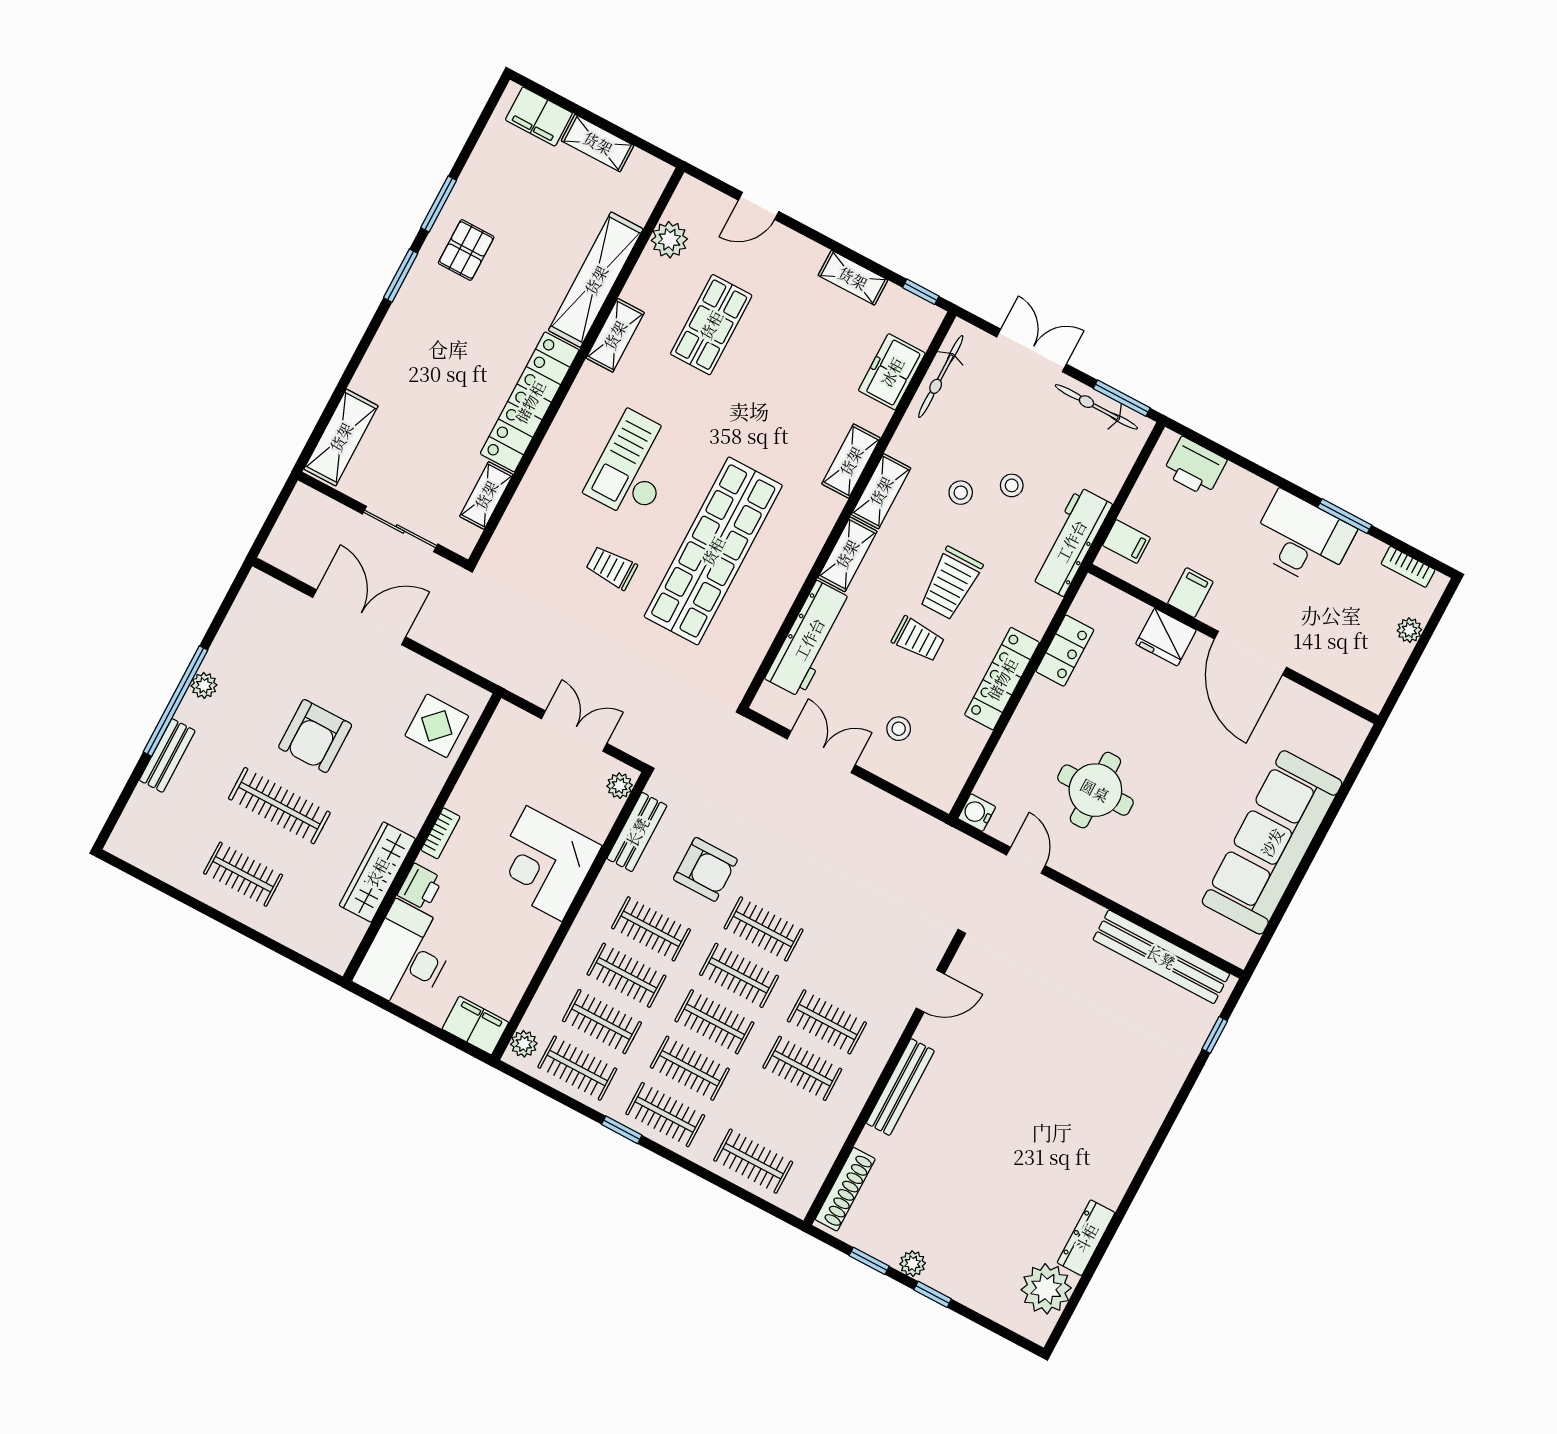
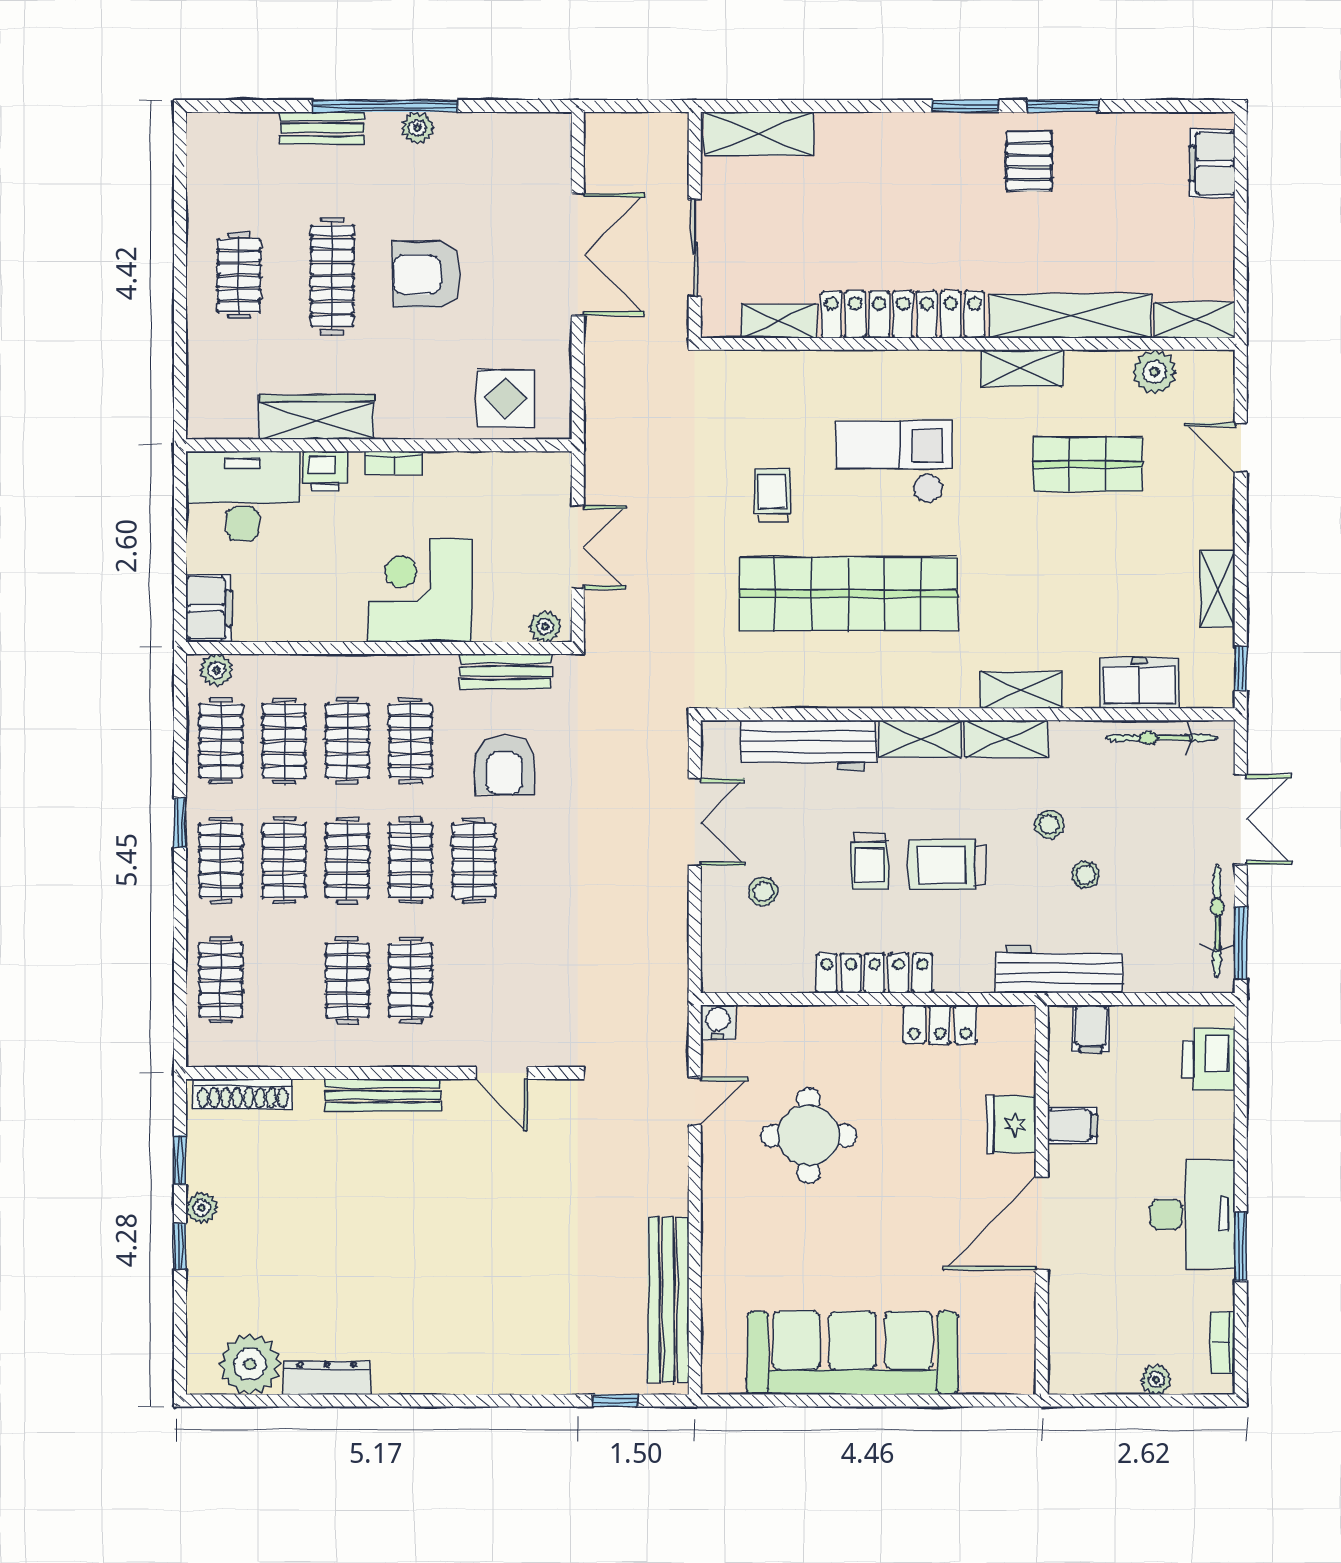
shelving: (598, 143) -> (1195, 320), moved, turned 90
pallet: (466, 250) -> (1029, 161), turned 90

